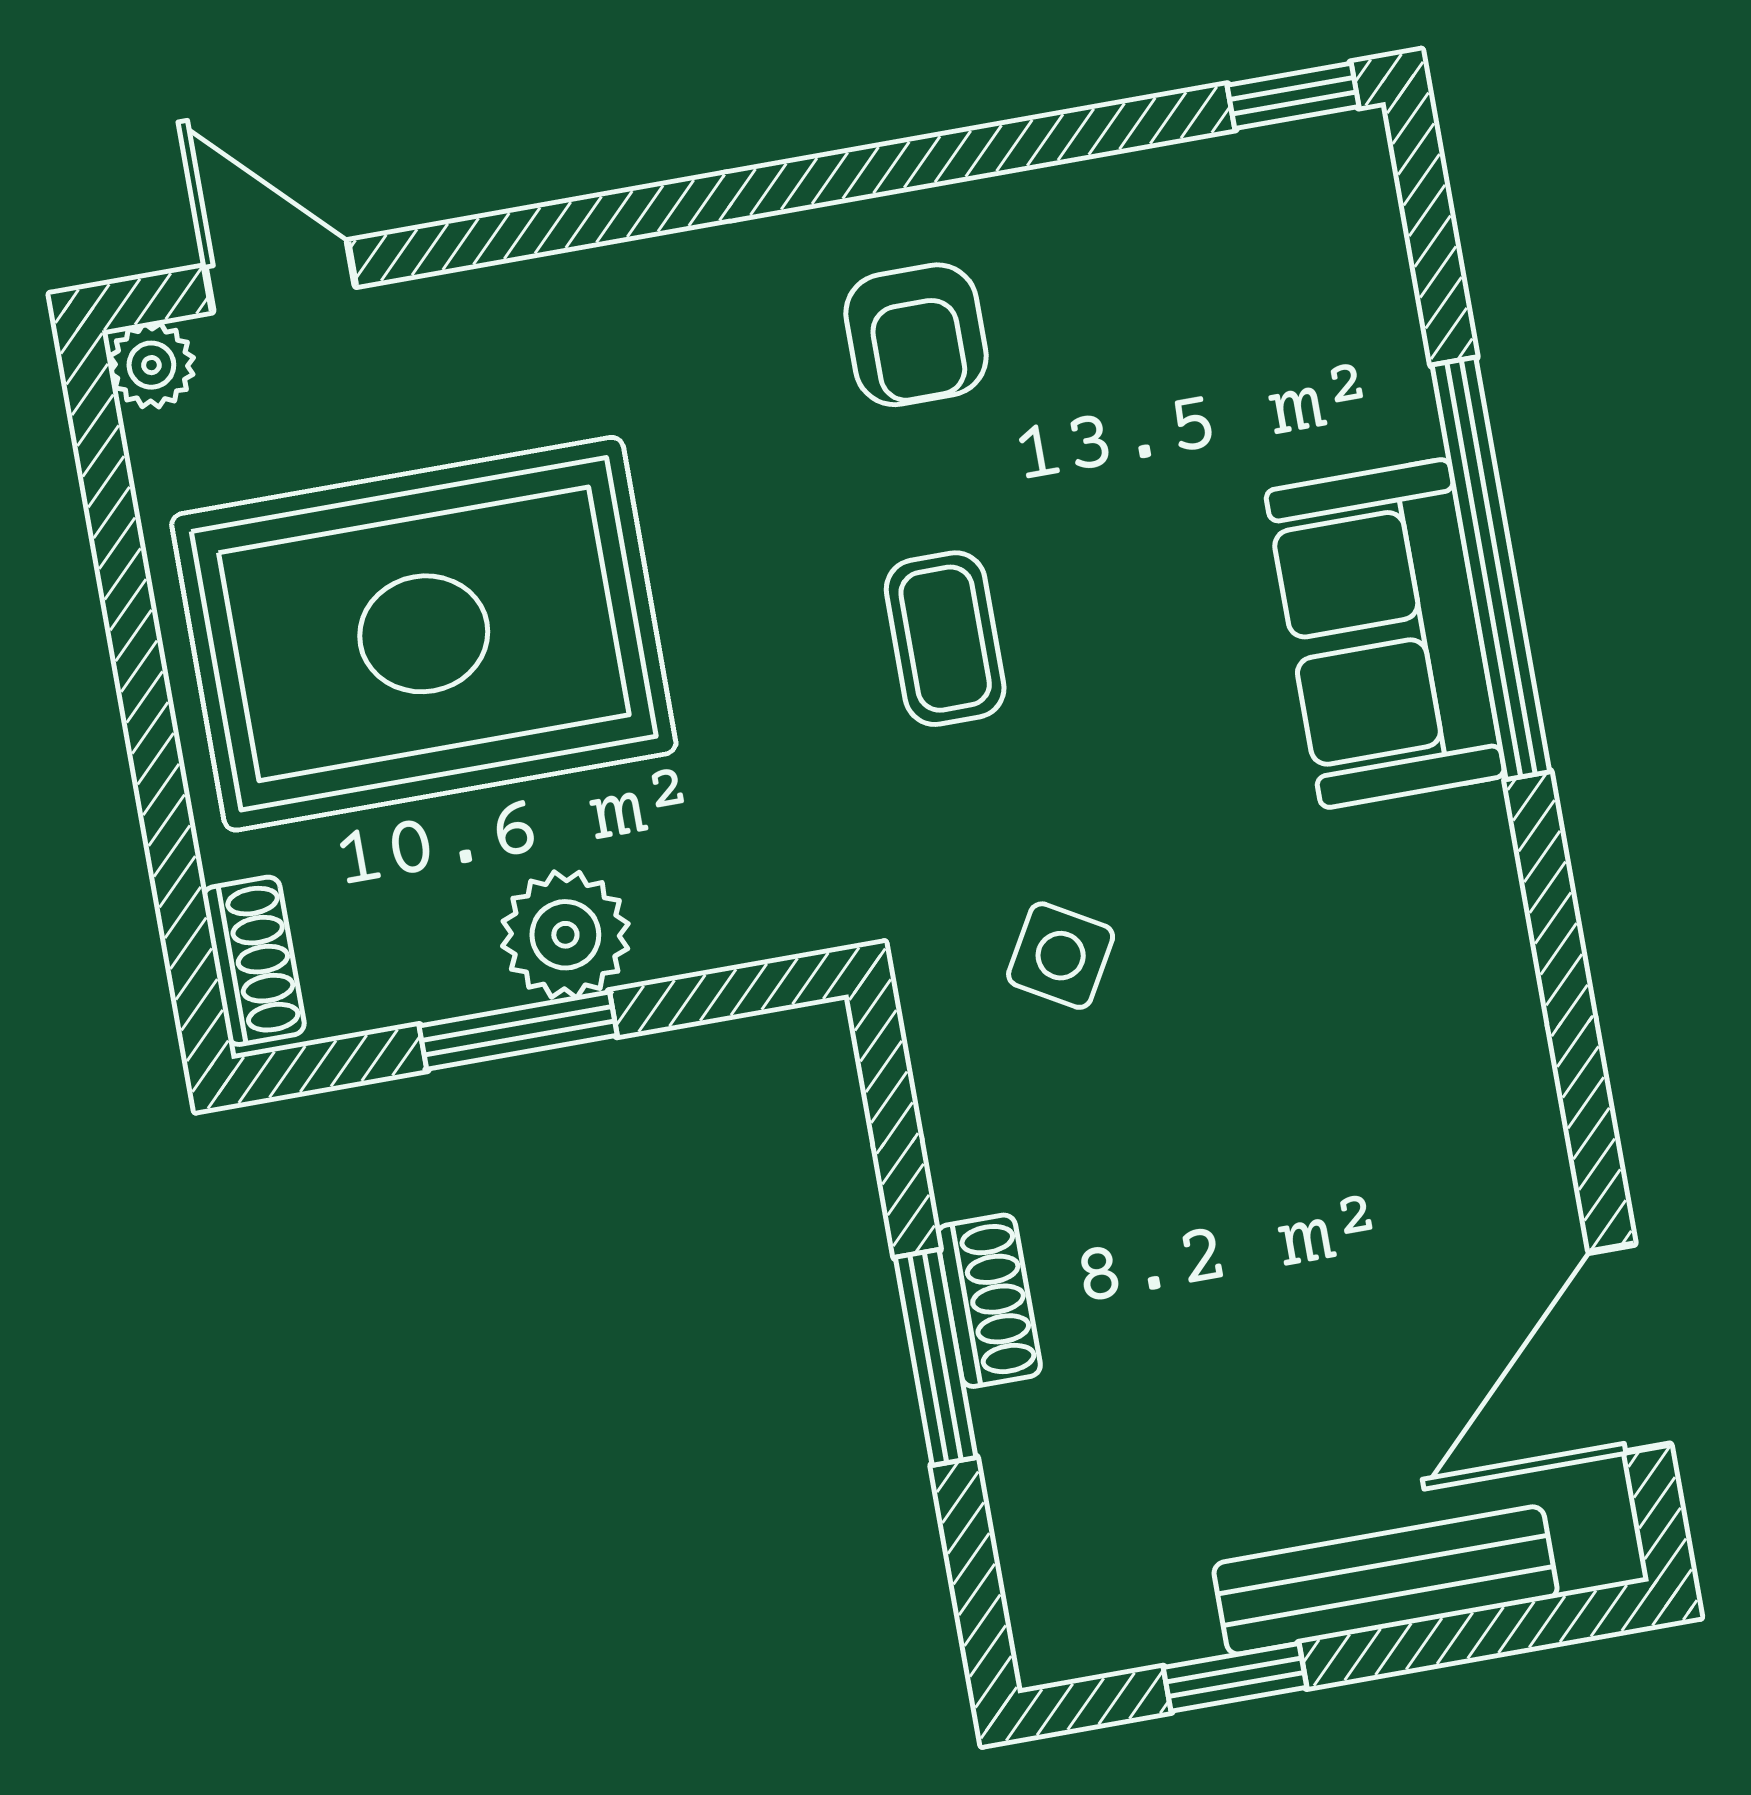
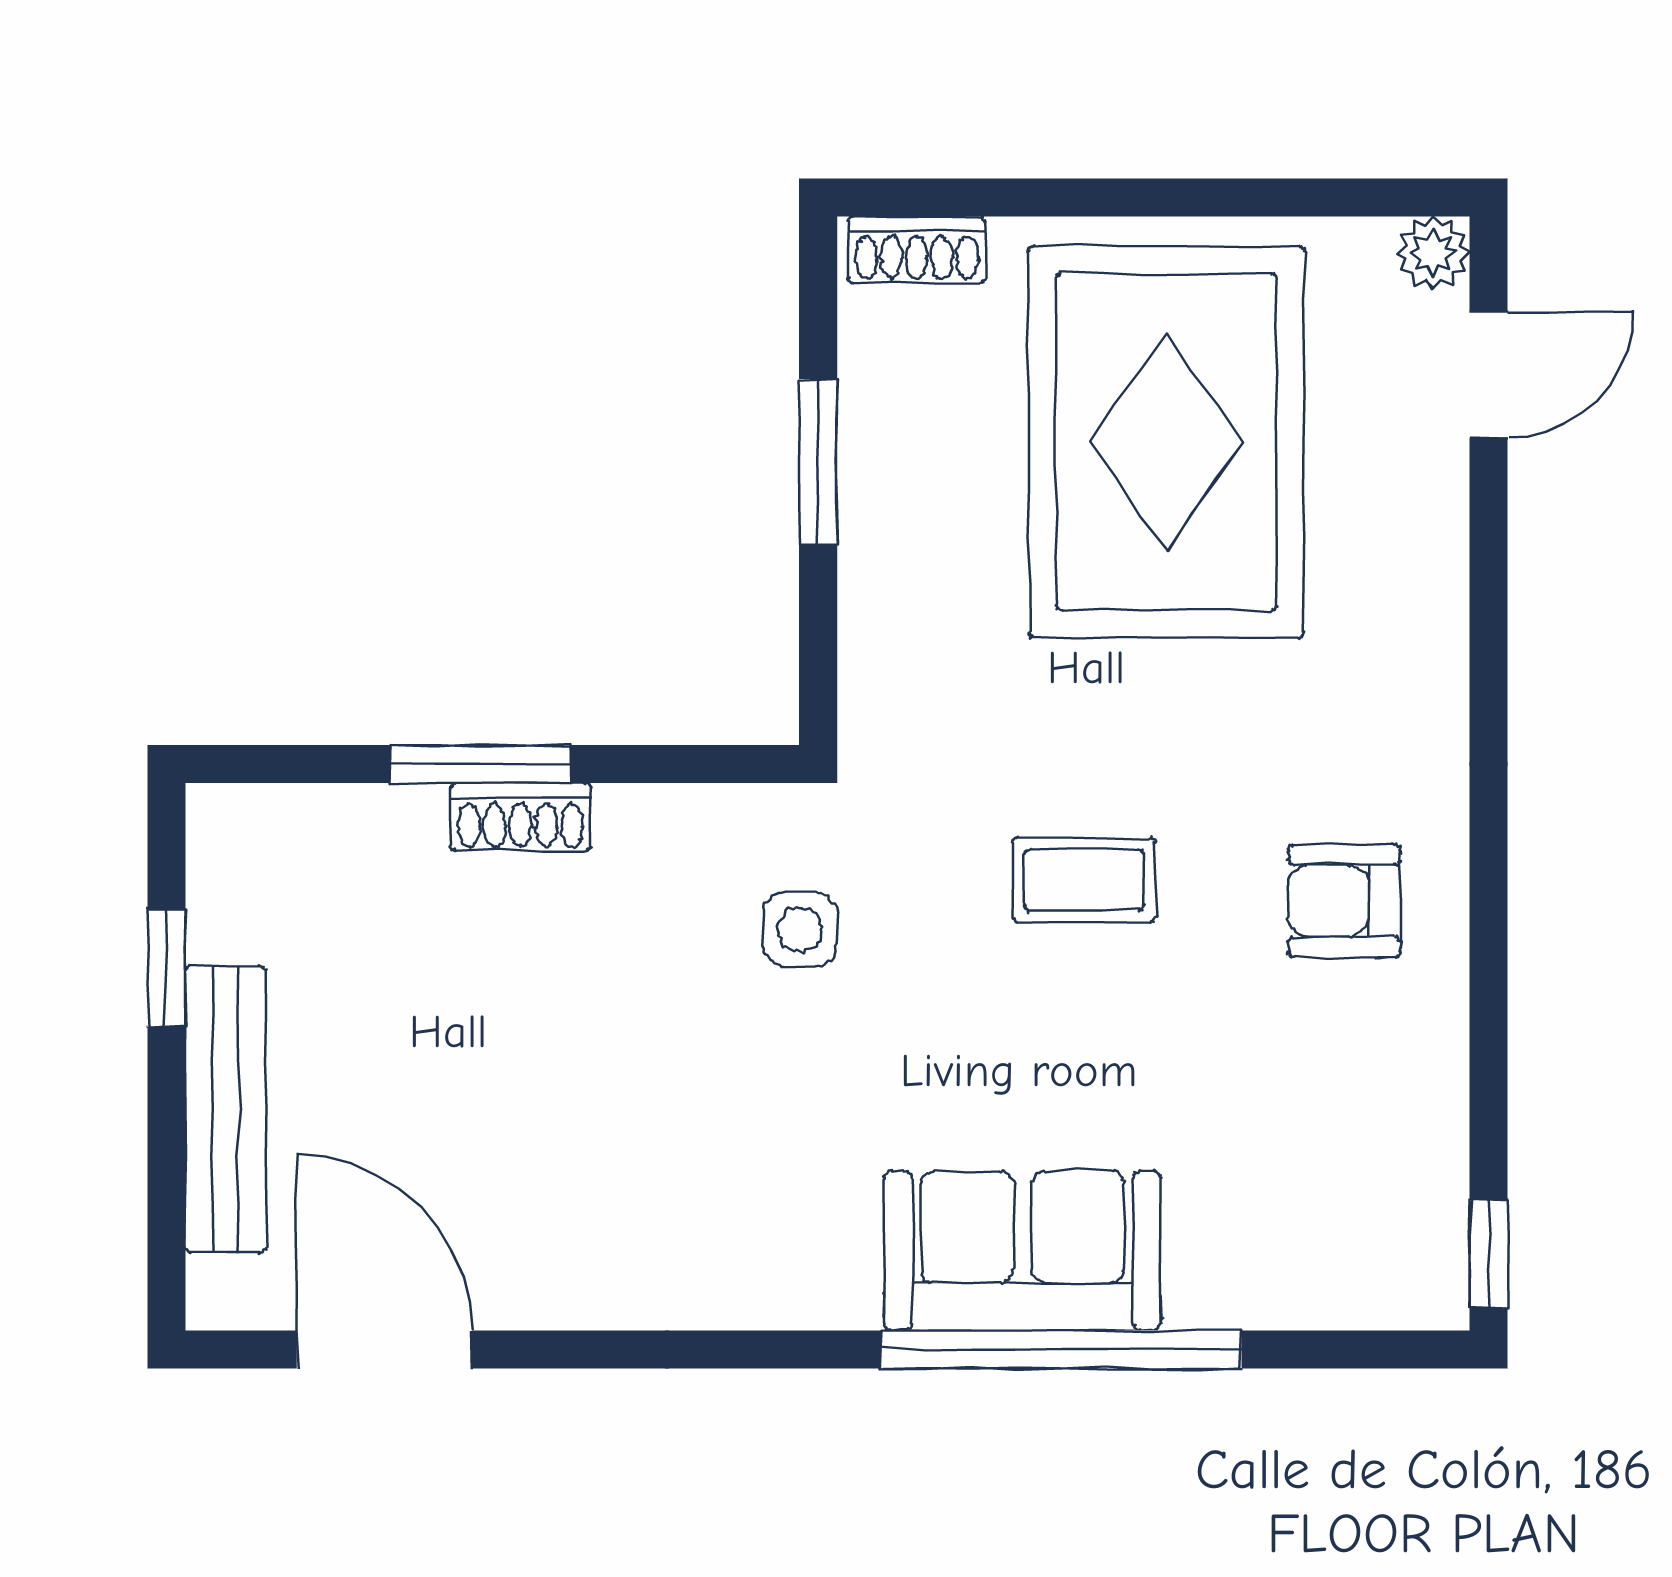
plant: (565, 935) -> (892, 516), removed
side table: (1061, 956) -> (800, 929), turned -30

